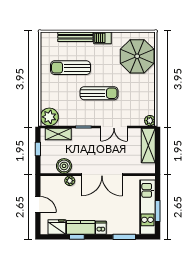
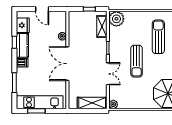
double door: (114, 127) -> (108, 74), swing flipped
boiler: (64, 166) -> (75, 31), removed
door: (38, 204) -> (42, 9), hinge flipped

